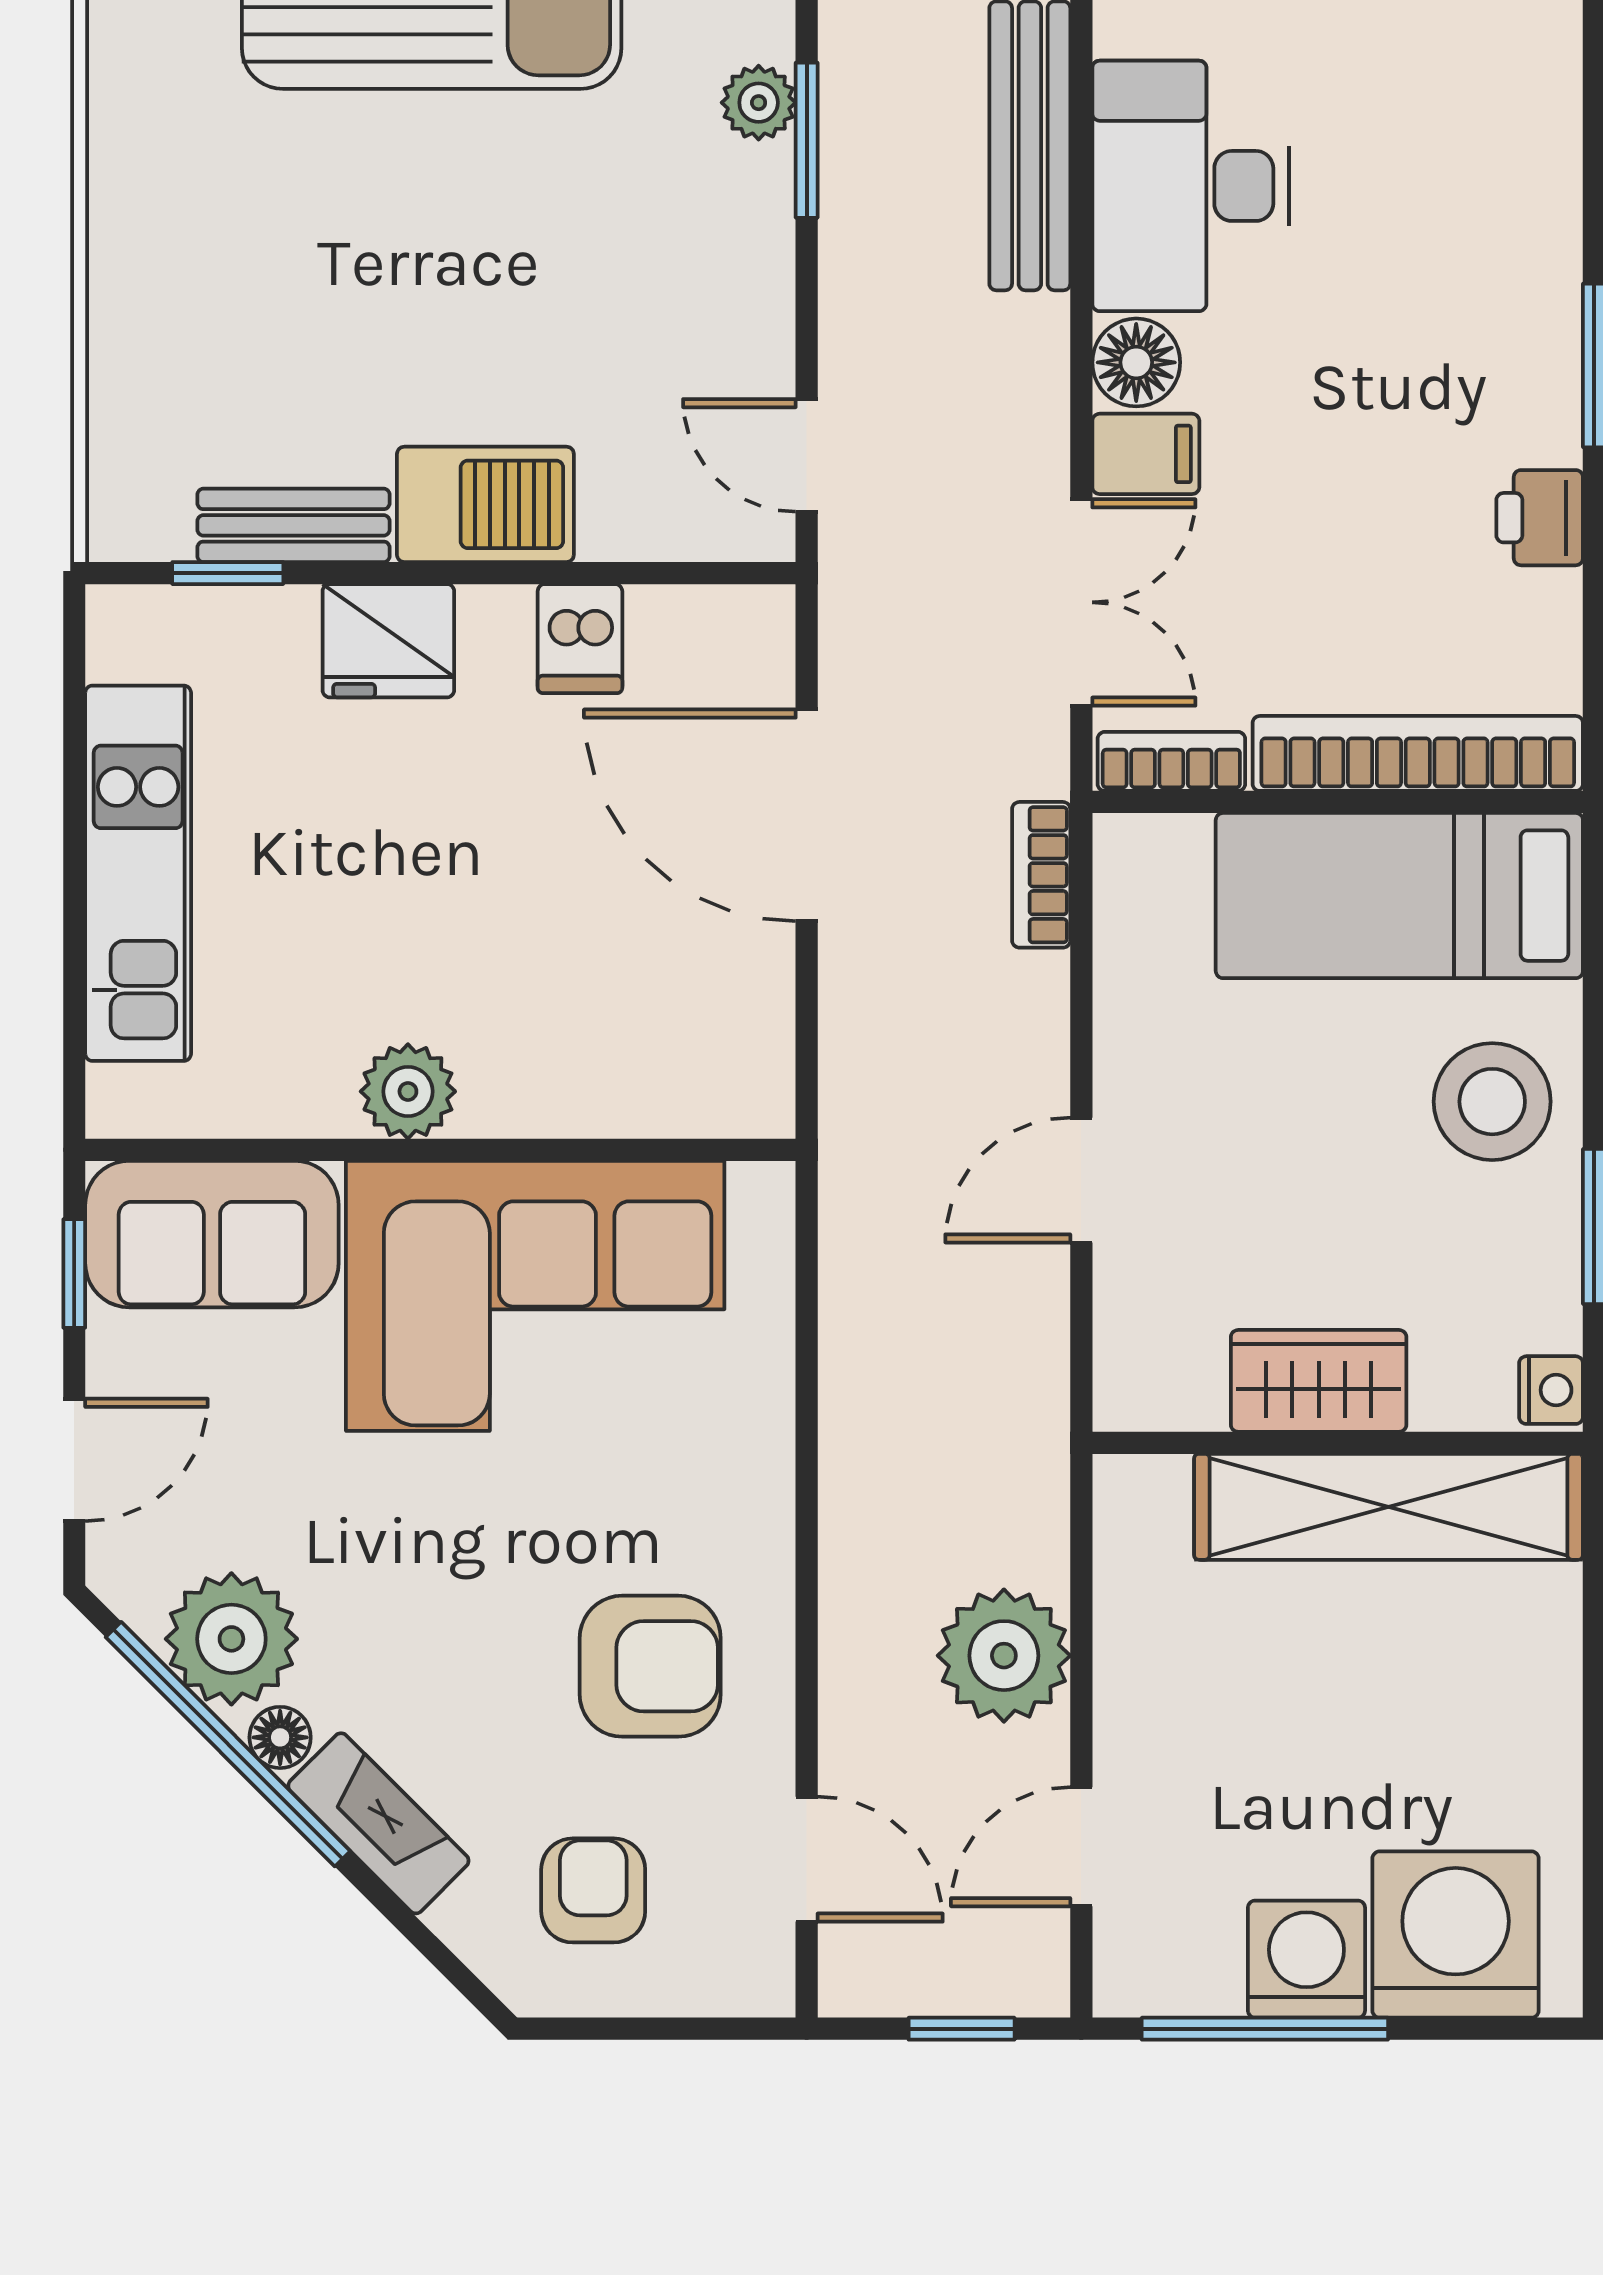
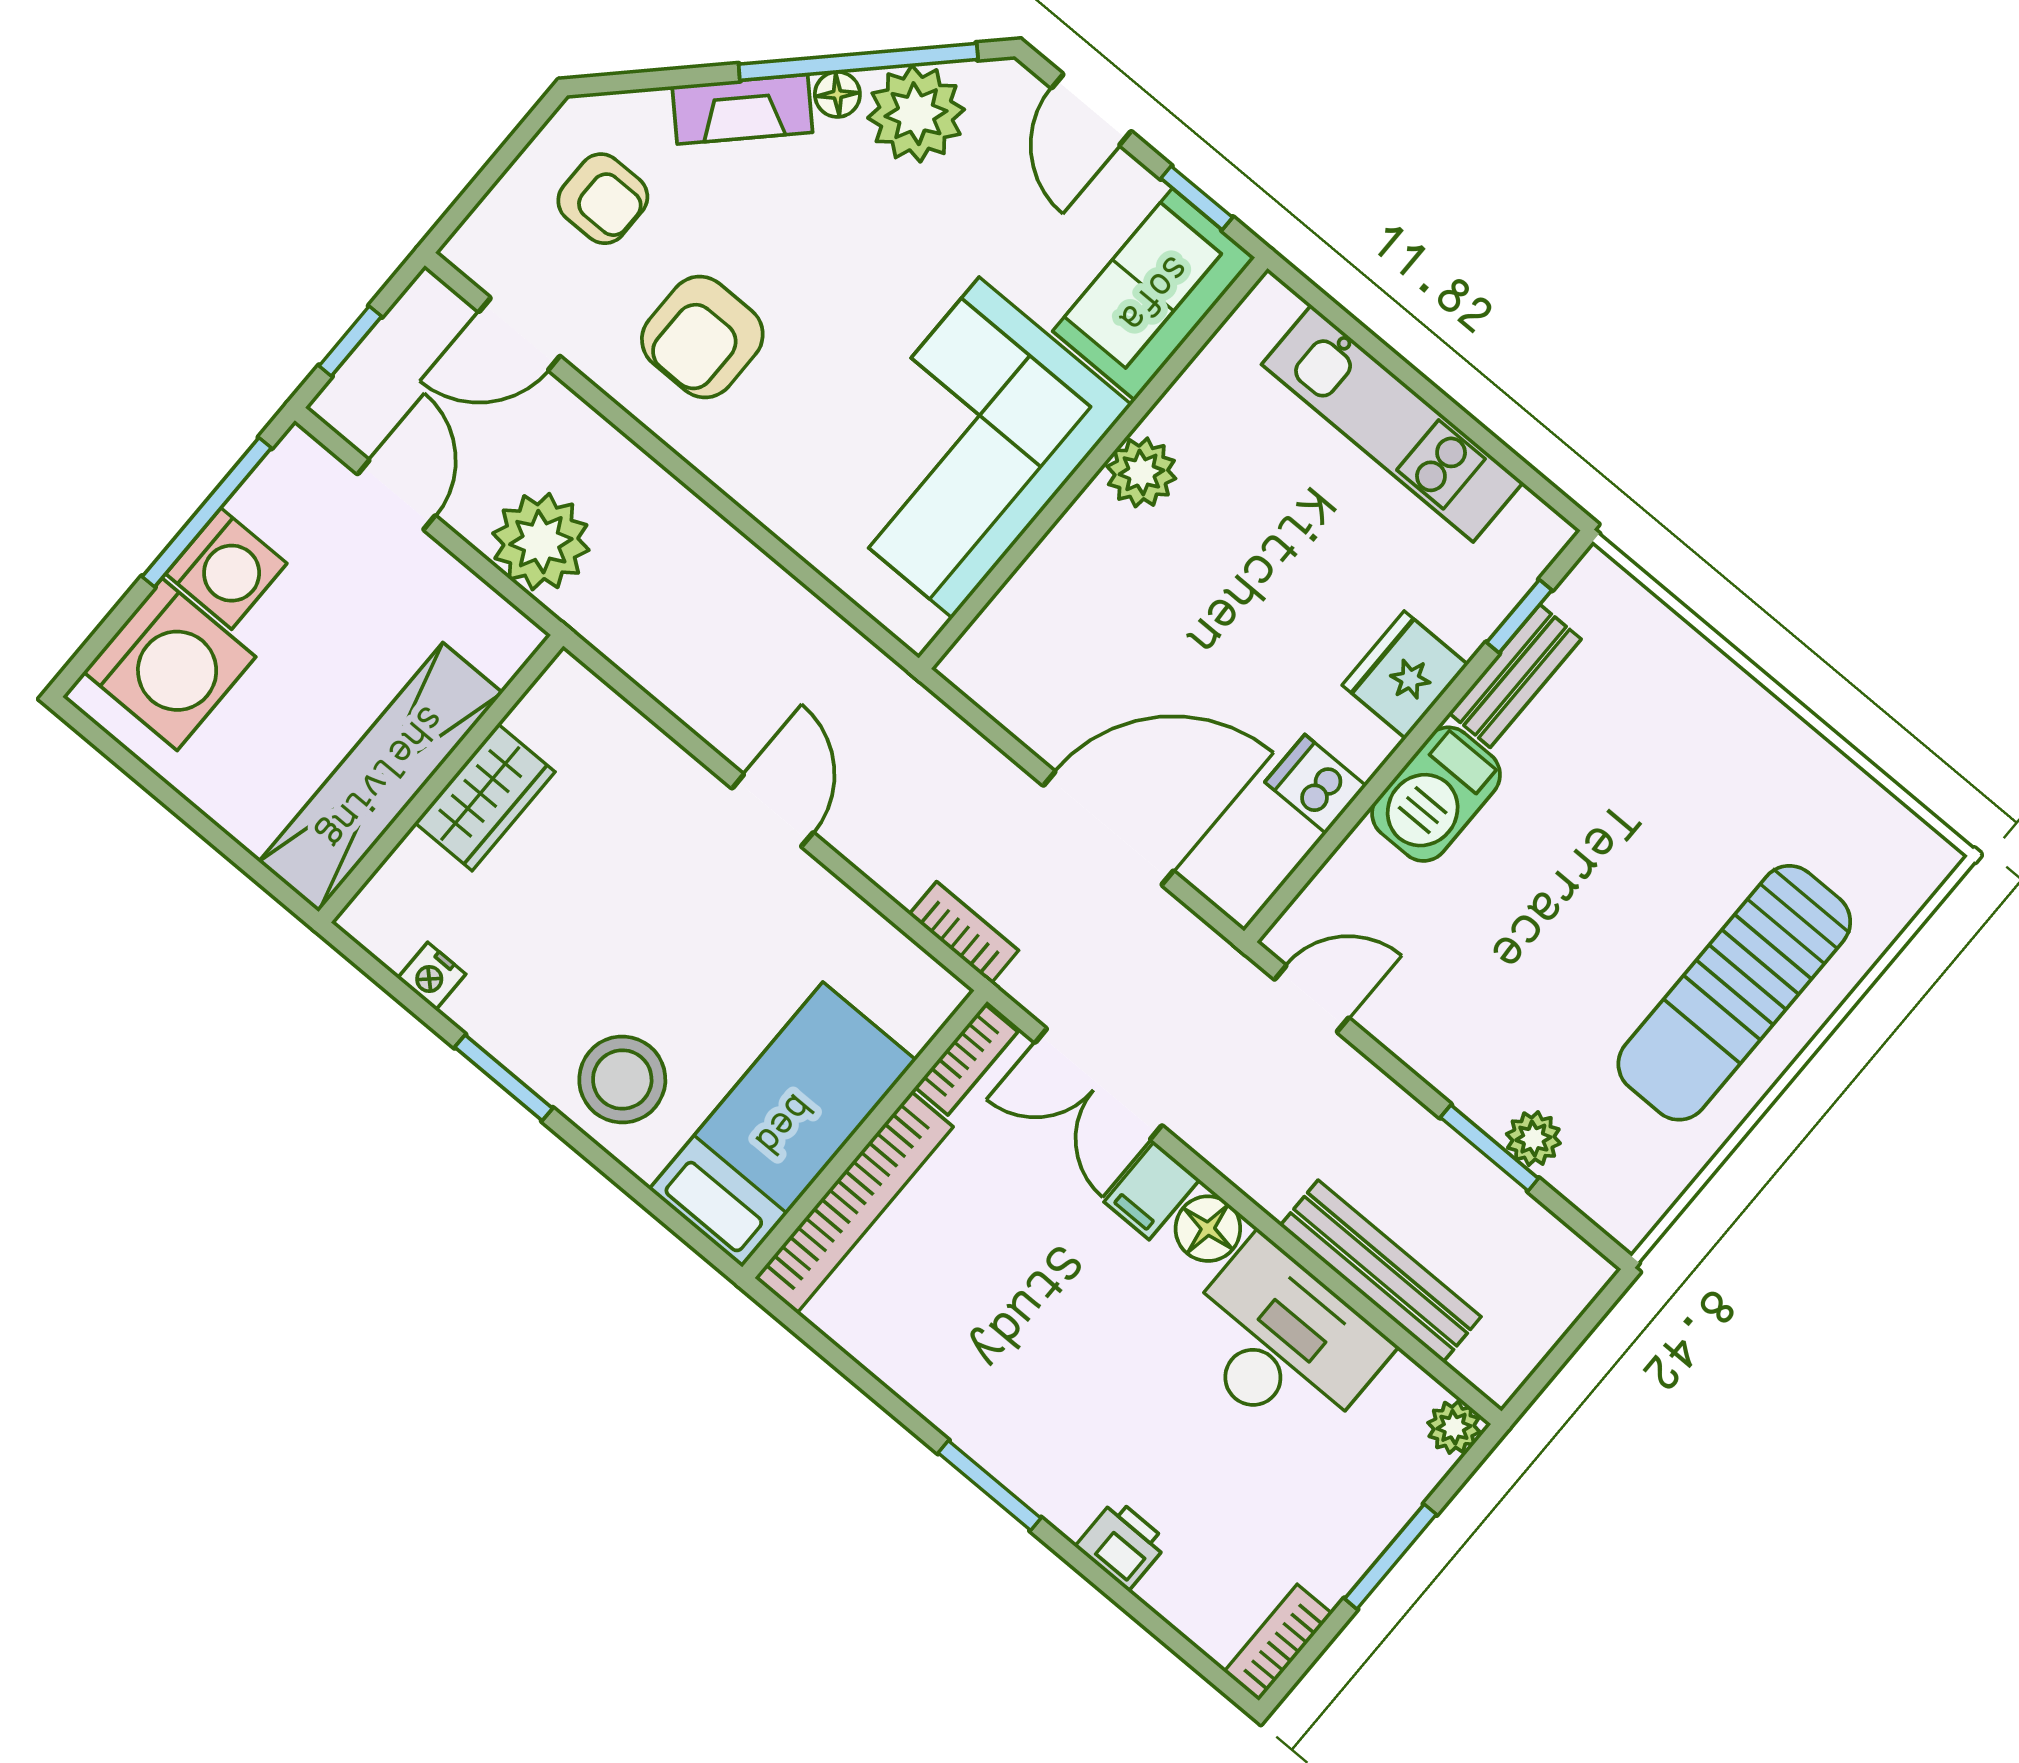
printer: (1540, 518) -> (1122, 1544), moved
wardrobe: (1319, 1381) -> (485, 797), moved
wall: (1338, 1443) -> (441, 779), moved
shelving: (1389, 1507) -> (381, 777), moved

